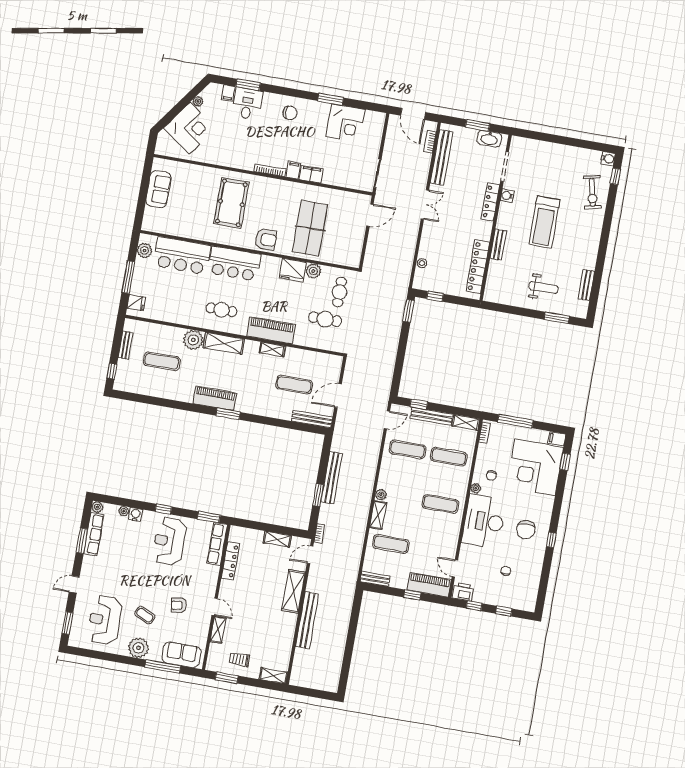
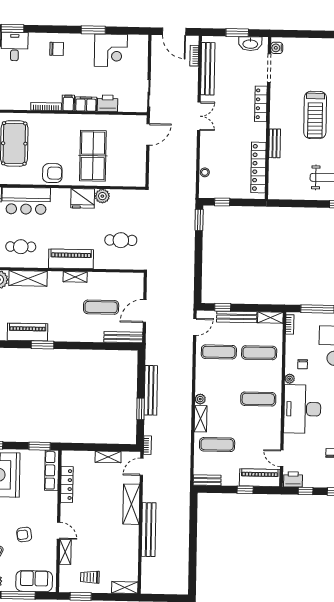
printer: (334, 177) -> (108, 103), added
water cooler: (507, 196) -> (277, 48), moved
cafe table: (340, 292) -> (131, 212), removed

